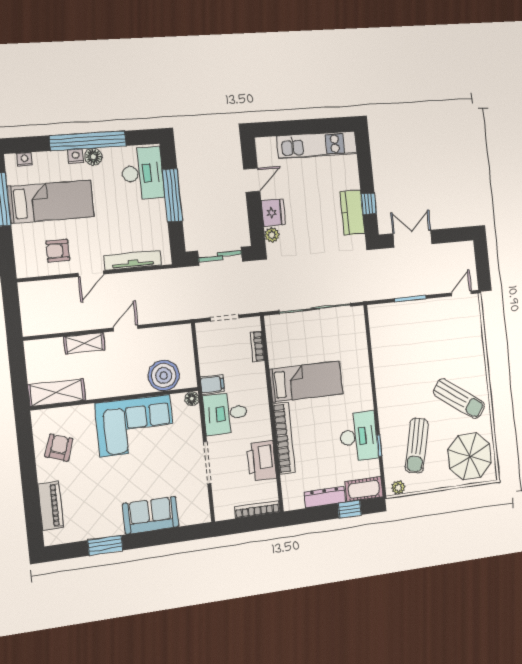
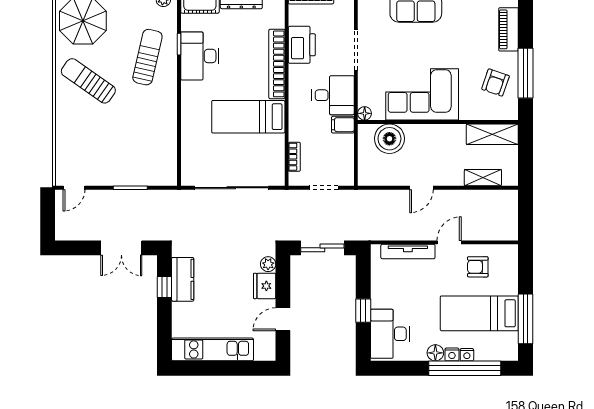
window: (88, 141) -> (465, 368), moved
nightstand: (24, 159) -> (467, 355), moved
window: (172, 195) -> (363, 311), width x0.46
armchair: (58, 251) -> (478, 267), turned 180
shelving: (84, 343) -> (483, 178), moved
sun lounger: (417, 446) -> (147, 57), moved
window: (28, 462) -> (526, 73), added

